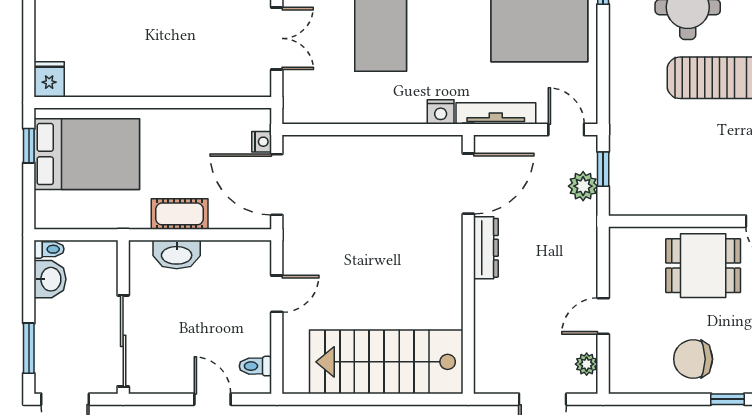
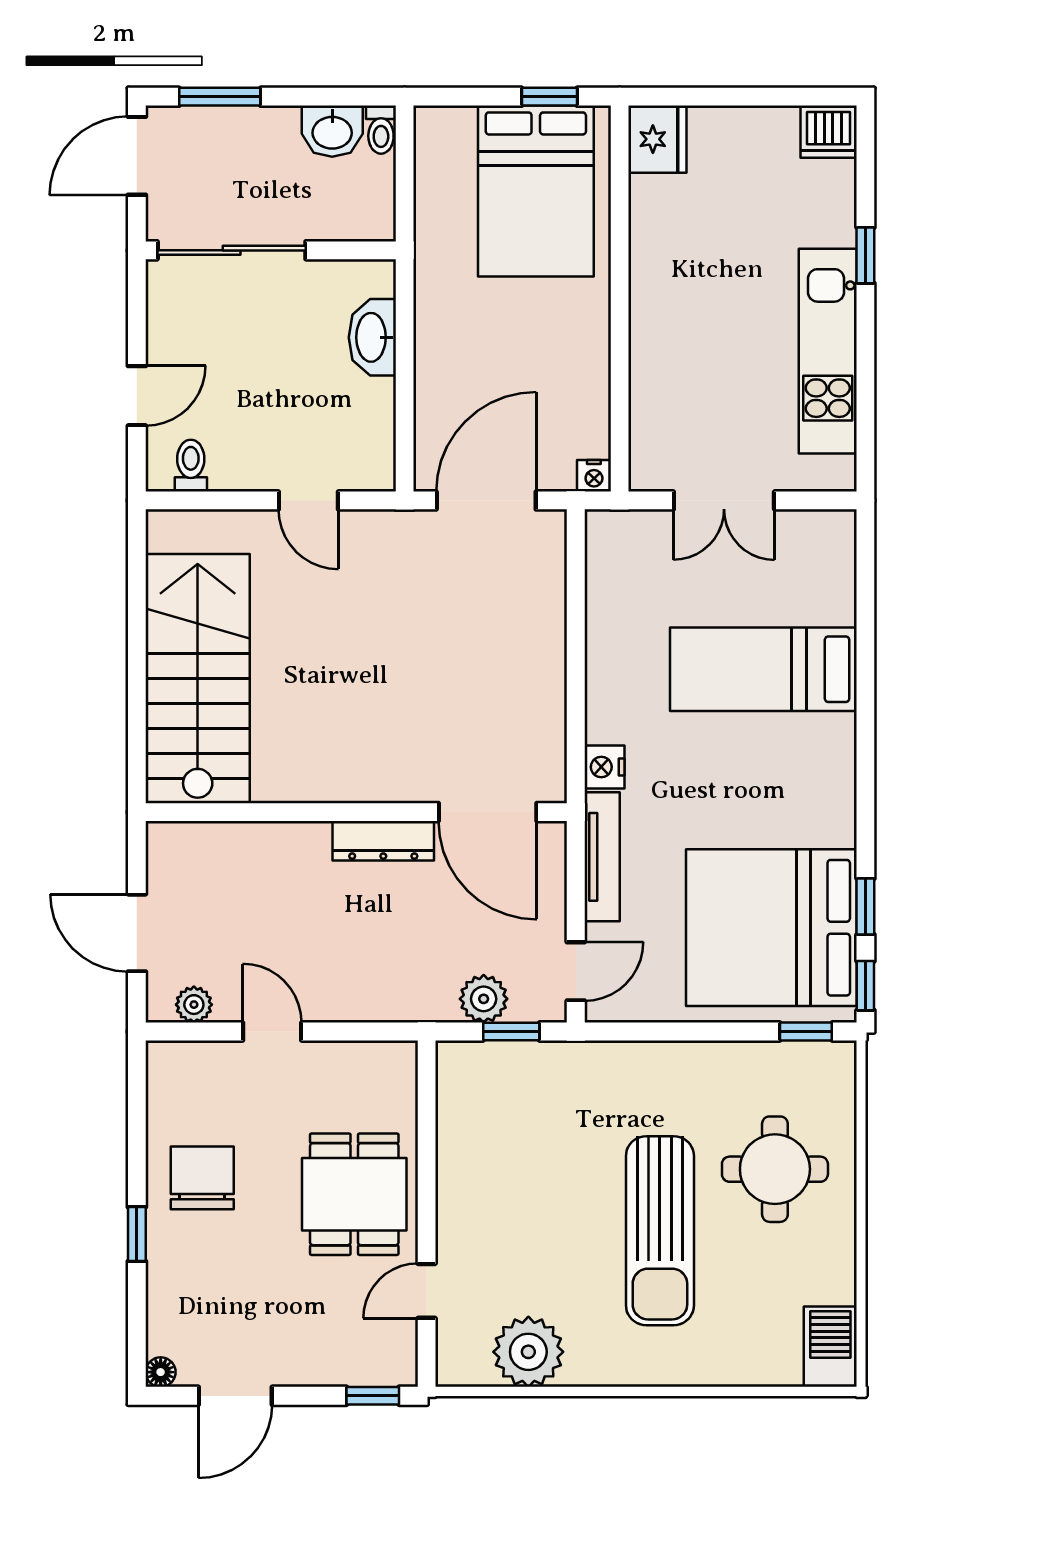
fridge: (49, 79) -> (657, 139), width x1.38
nightstand: (262, 142) -> (594, 476), moved
cot: (180, 214) -> (438, 342), removed

